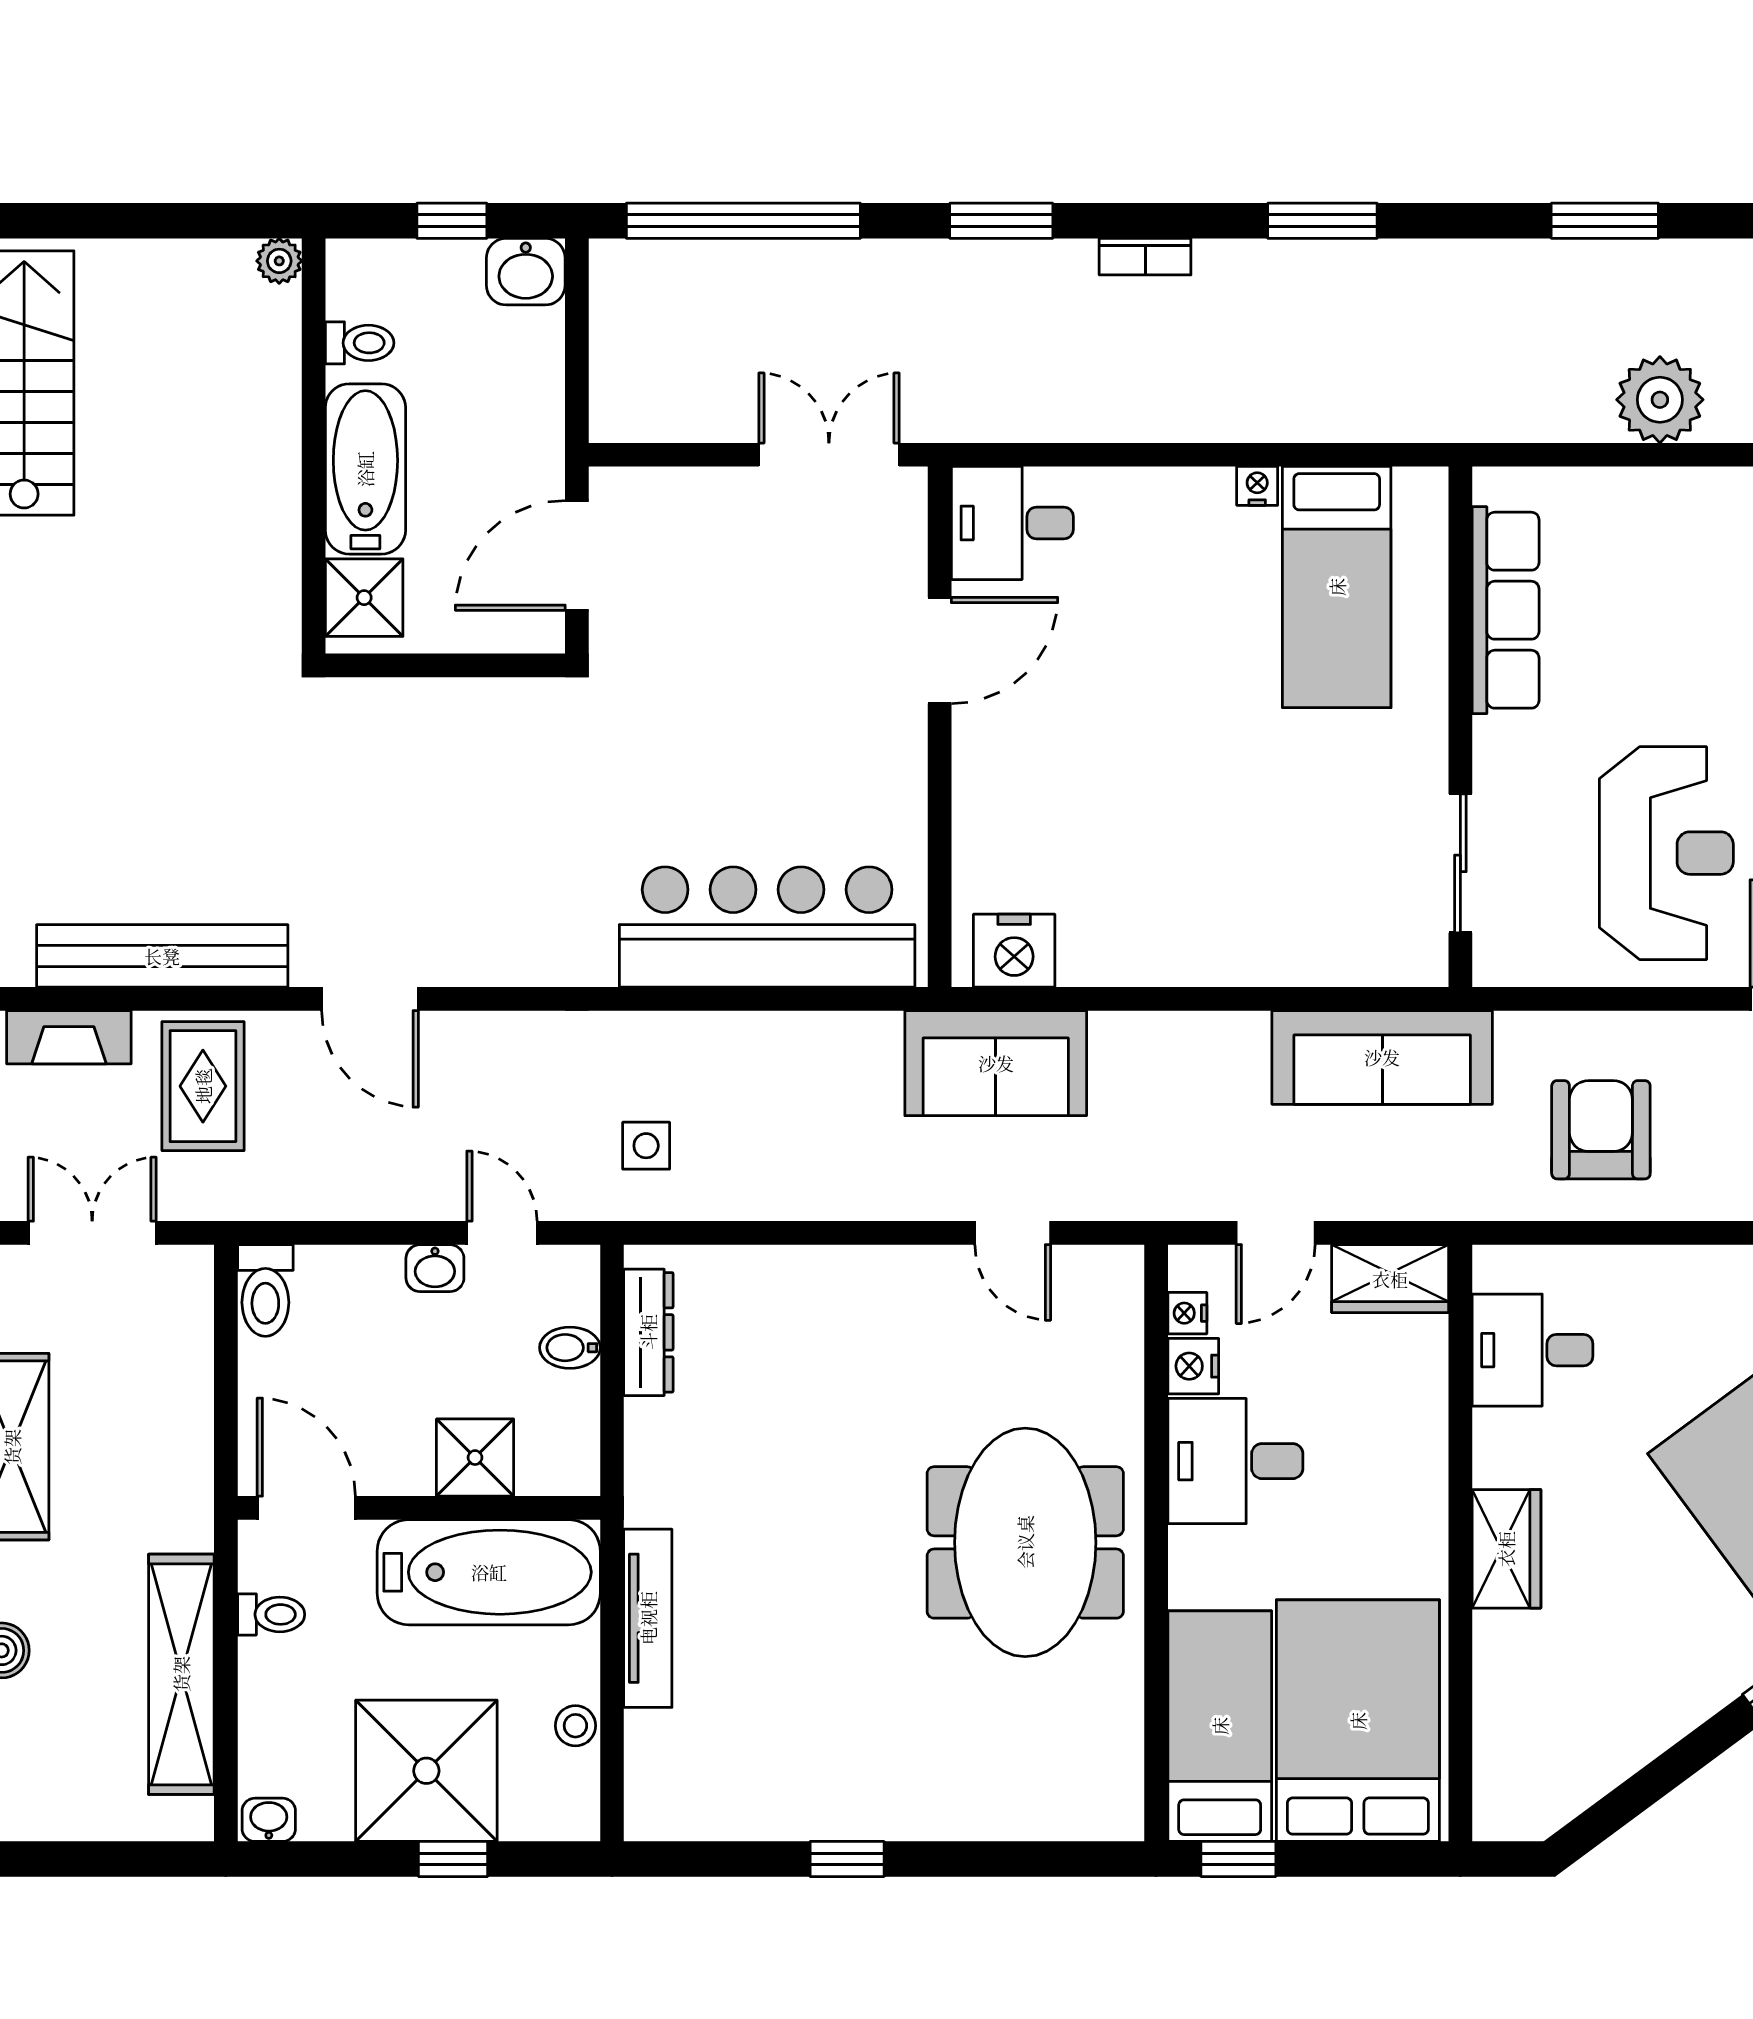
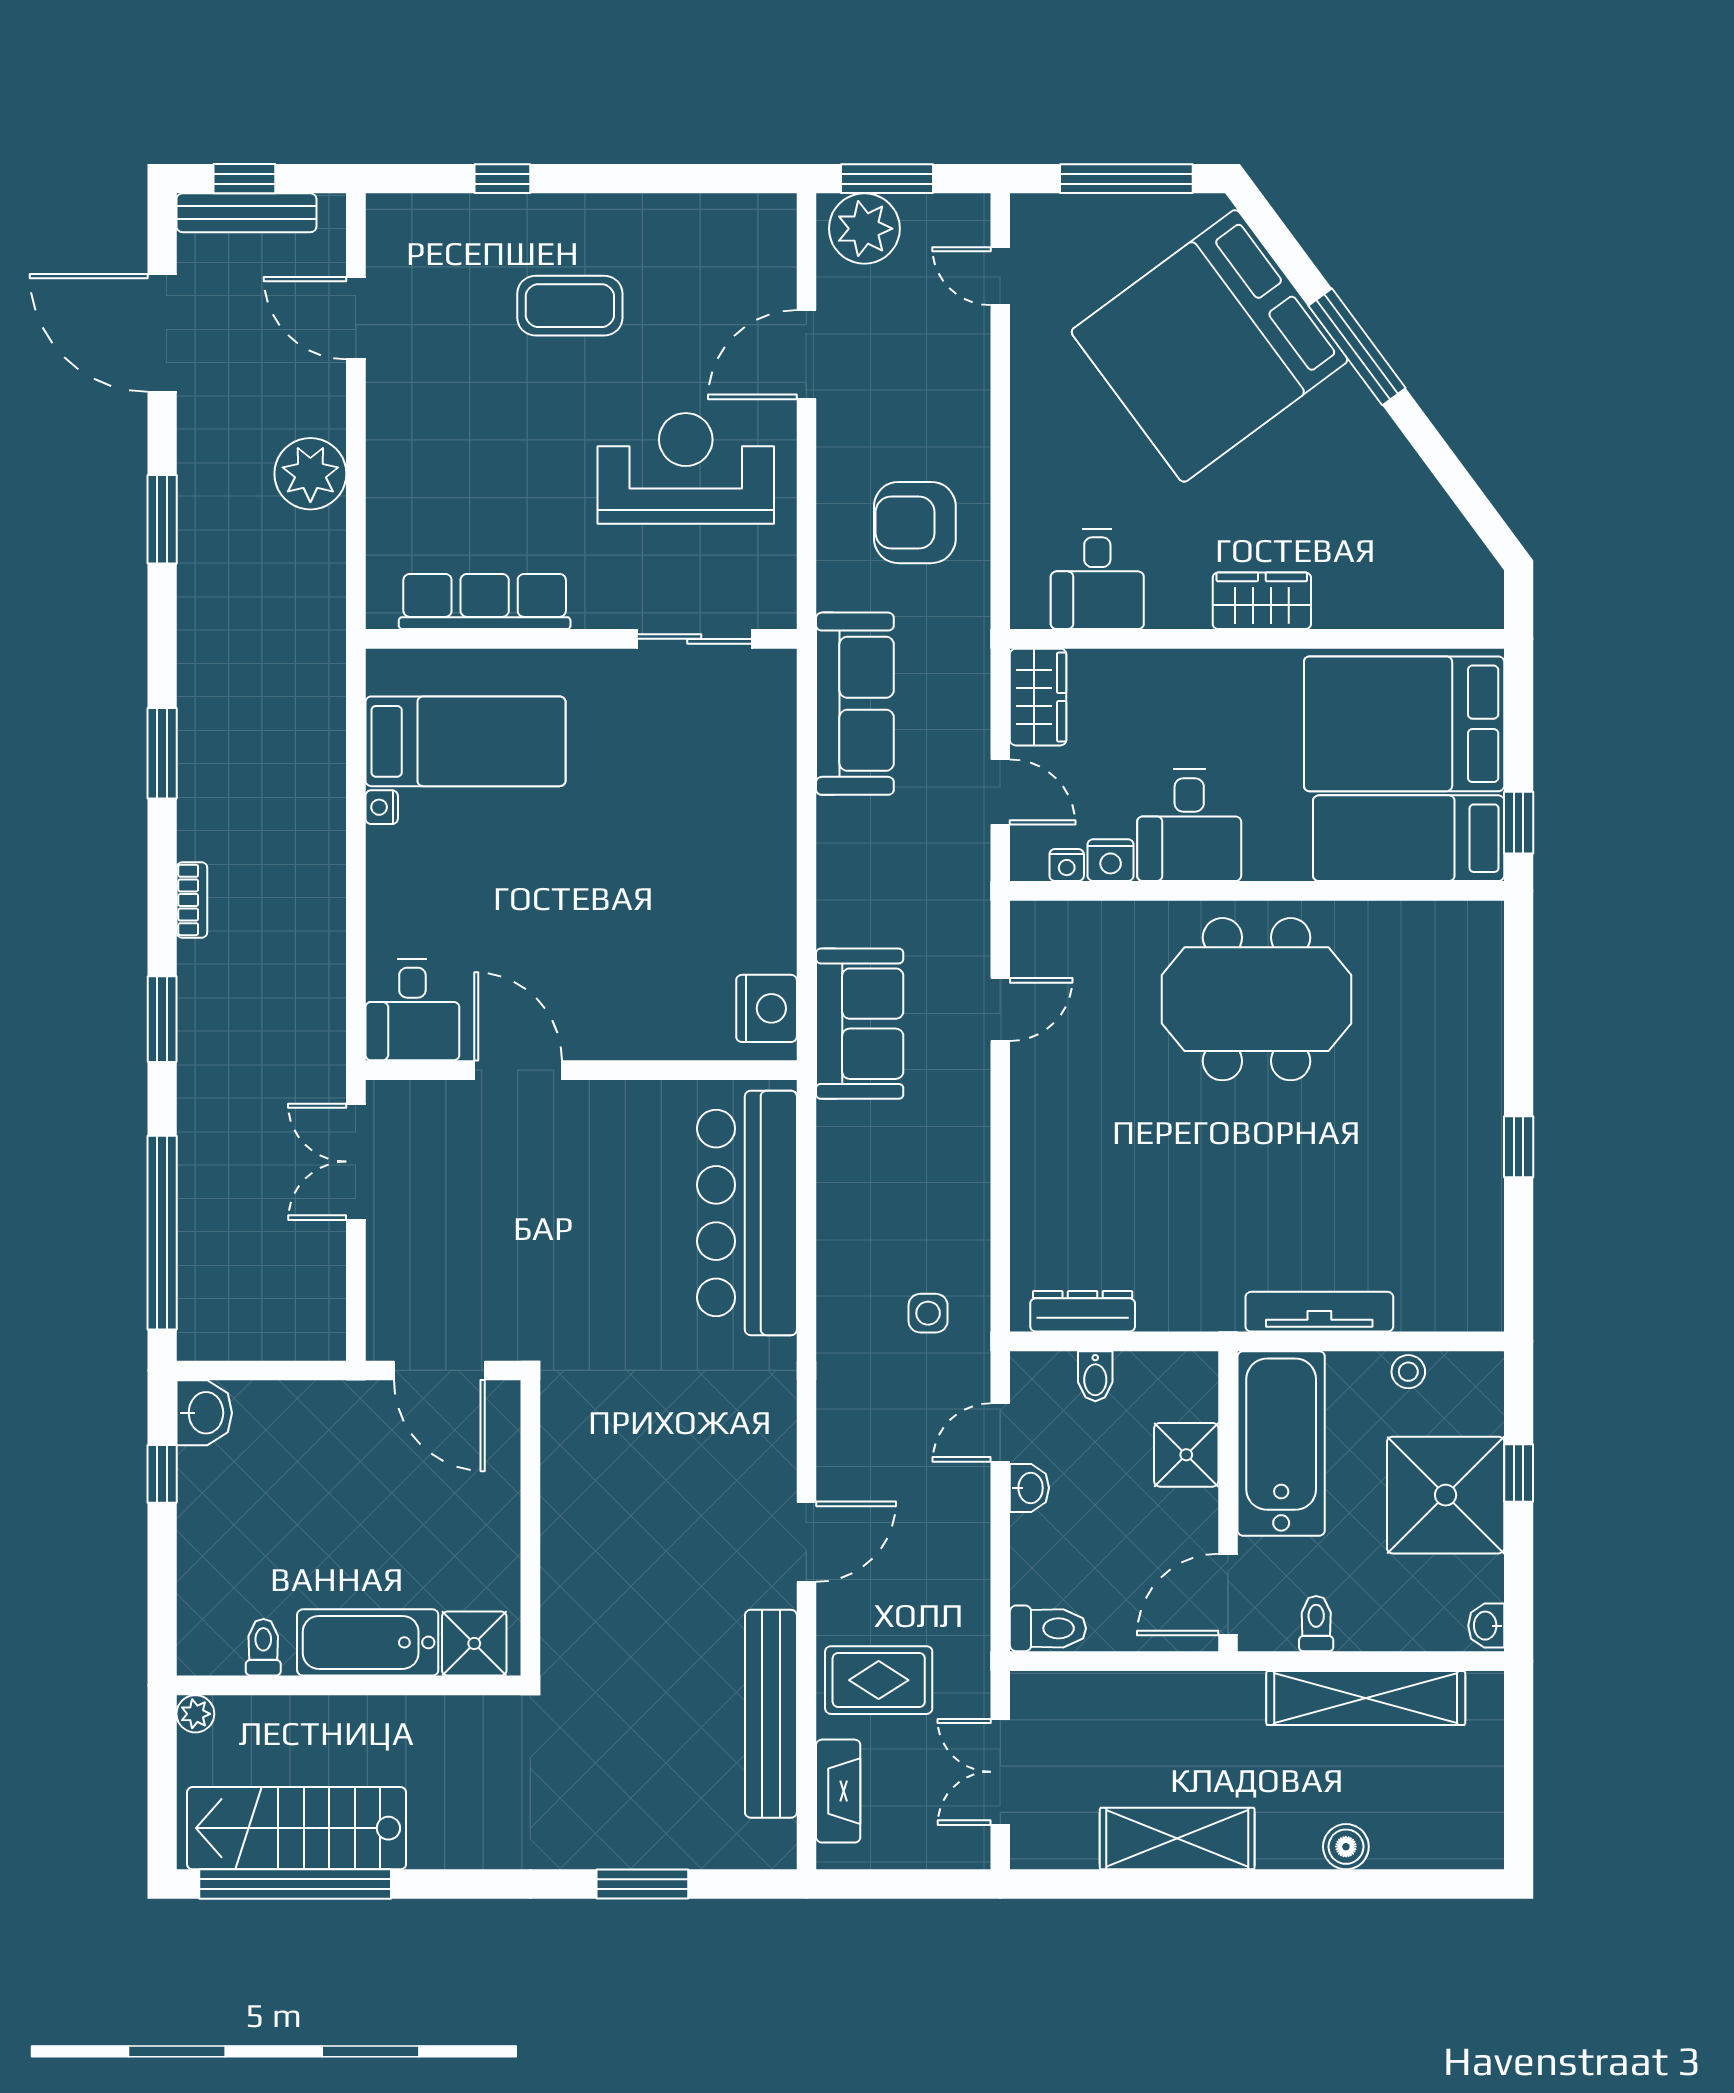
plant: (279, 261) -> (195, 1714), moved
toilet: (360, 343) -> (263, 1647), moved
wall: (314, 446) -> (349, 1685), moved
bathtub: (365, 469) -> (368, 1642), moved
shower: (364, 598) -> (474, 1643), moved

